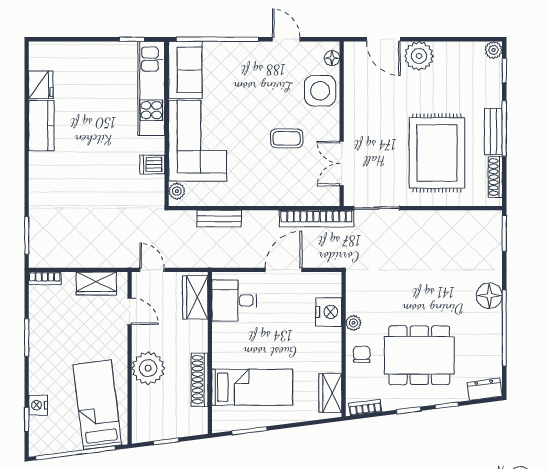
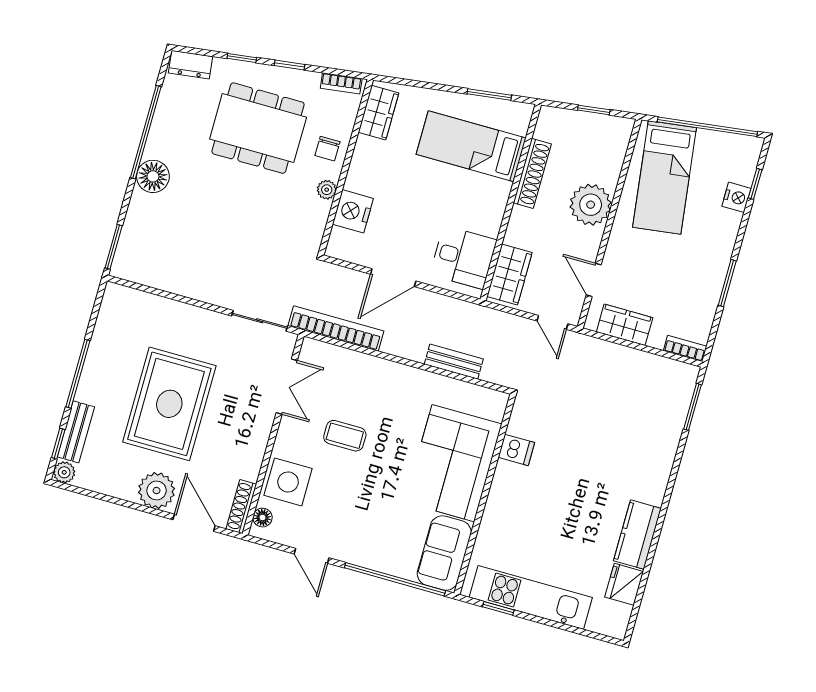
kitchen unit: (151, 88) -> (531, 597), moved, turned -90
bench: (493, 132) -> (76, 432), moved
rug: (437, 153) -> (169, 404), moved
shoe rack: (495, 177) -> (241, 507), moved, turned 180
plant: (177, 191) -> (496, 409), removed

